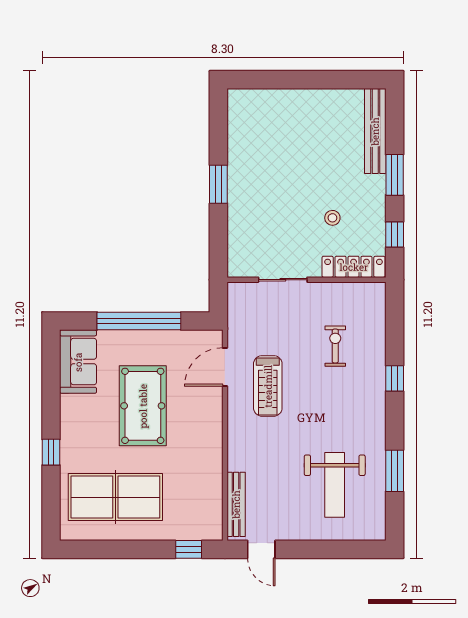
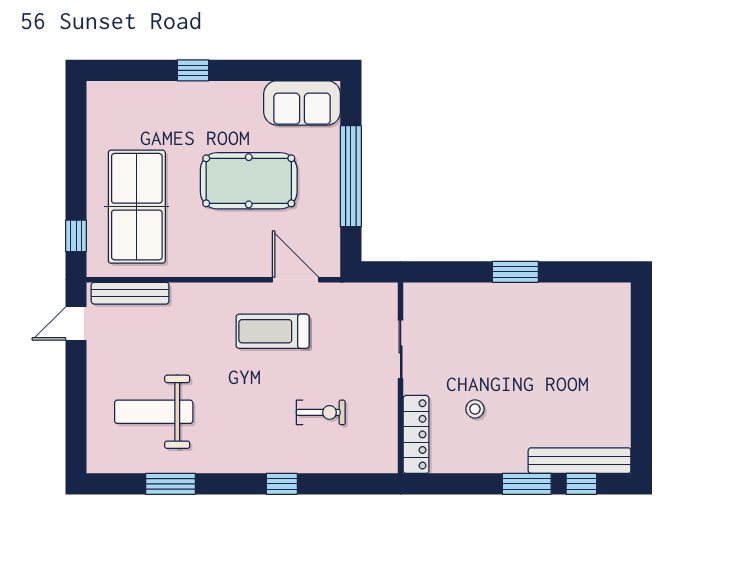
window: (395, 235) -> (581, 484), moved
table tennis table: (115, 497) -> (137, 207), moved

